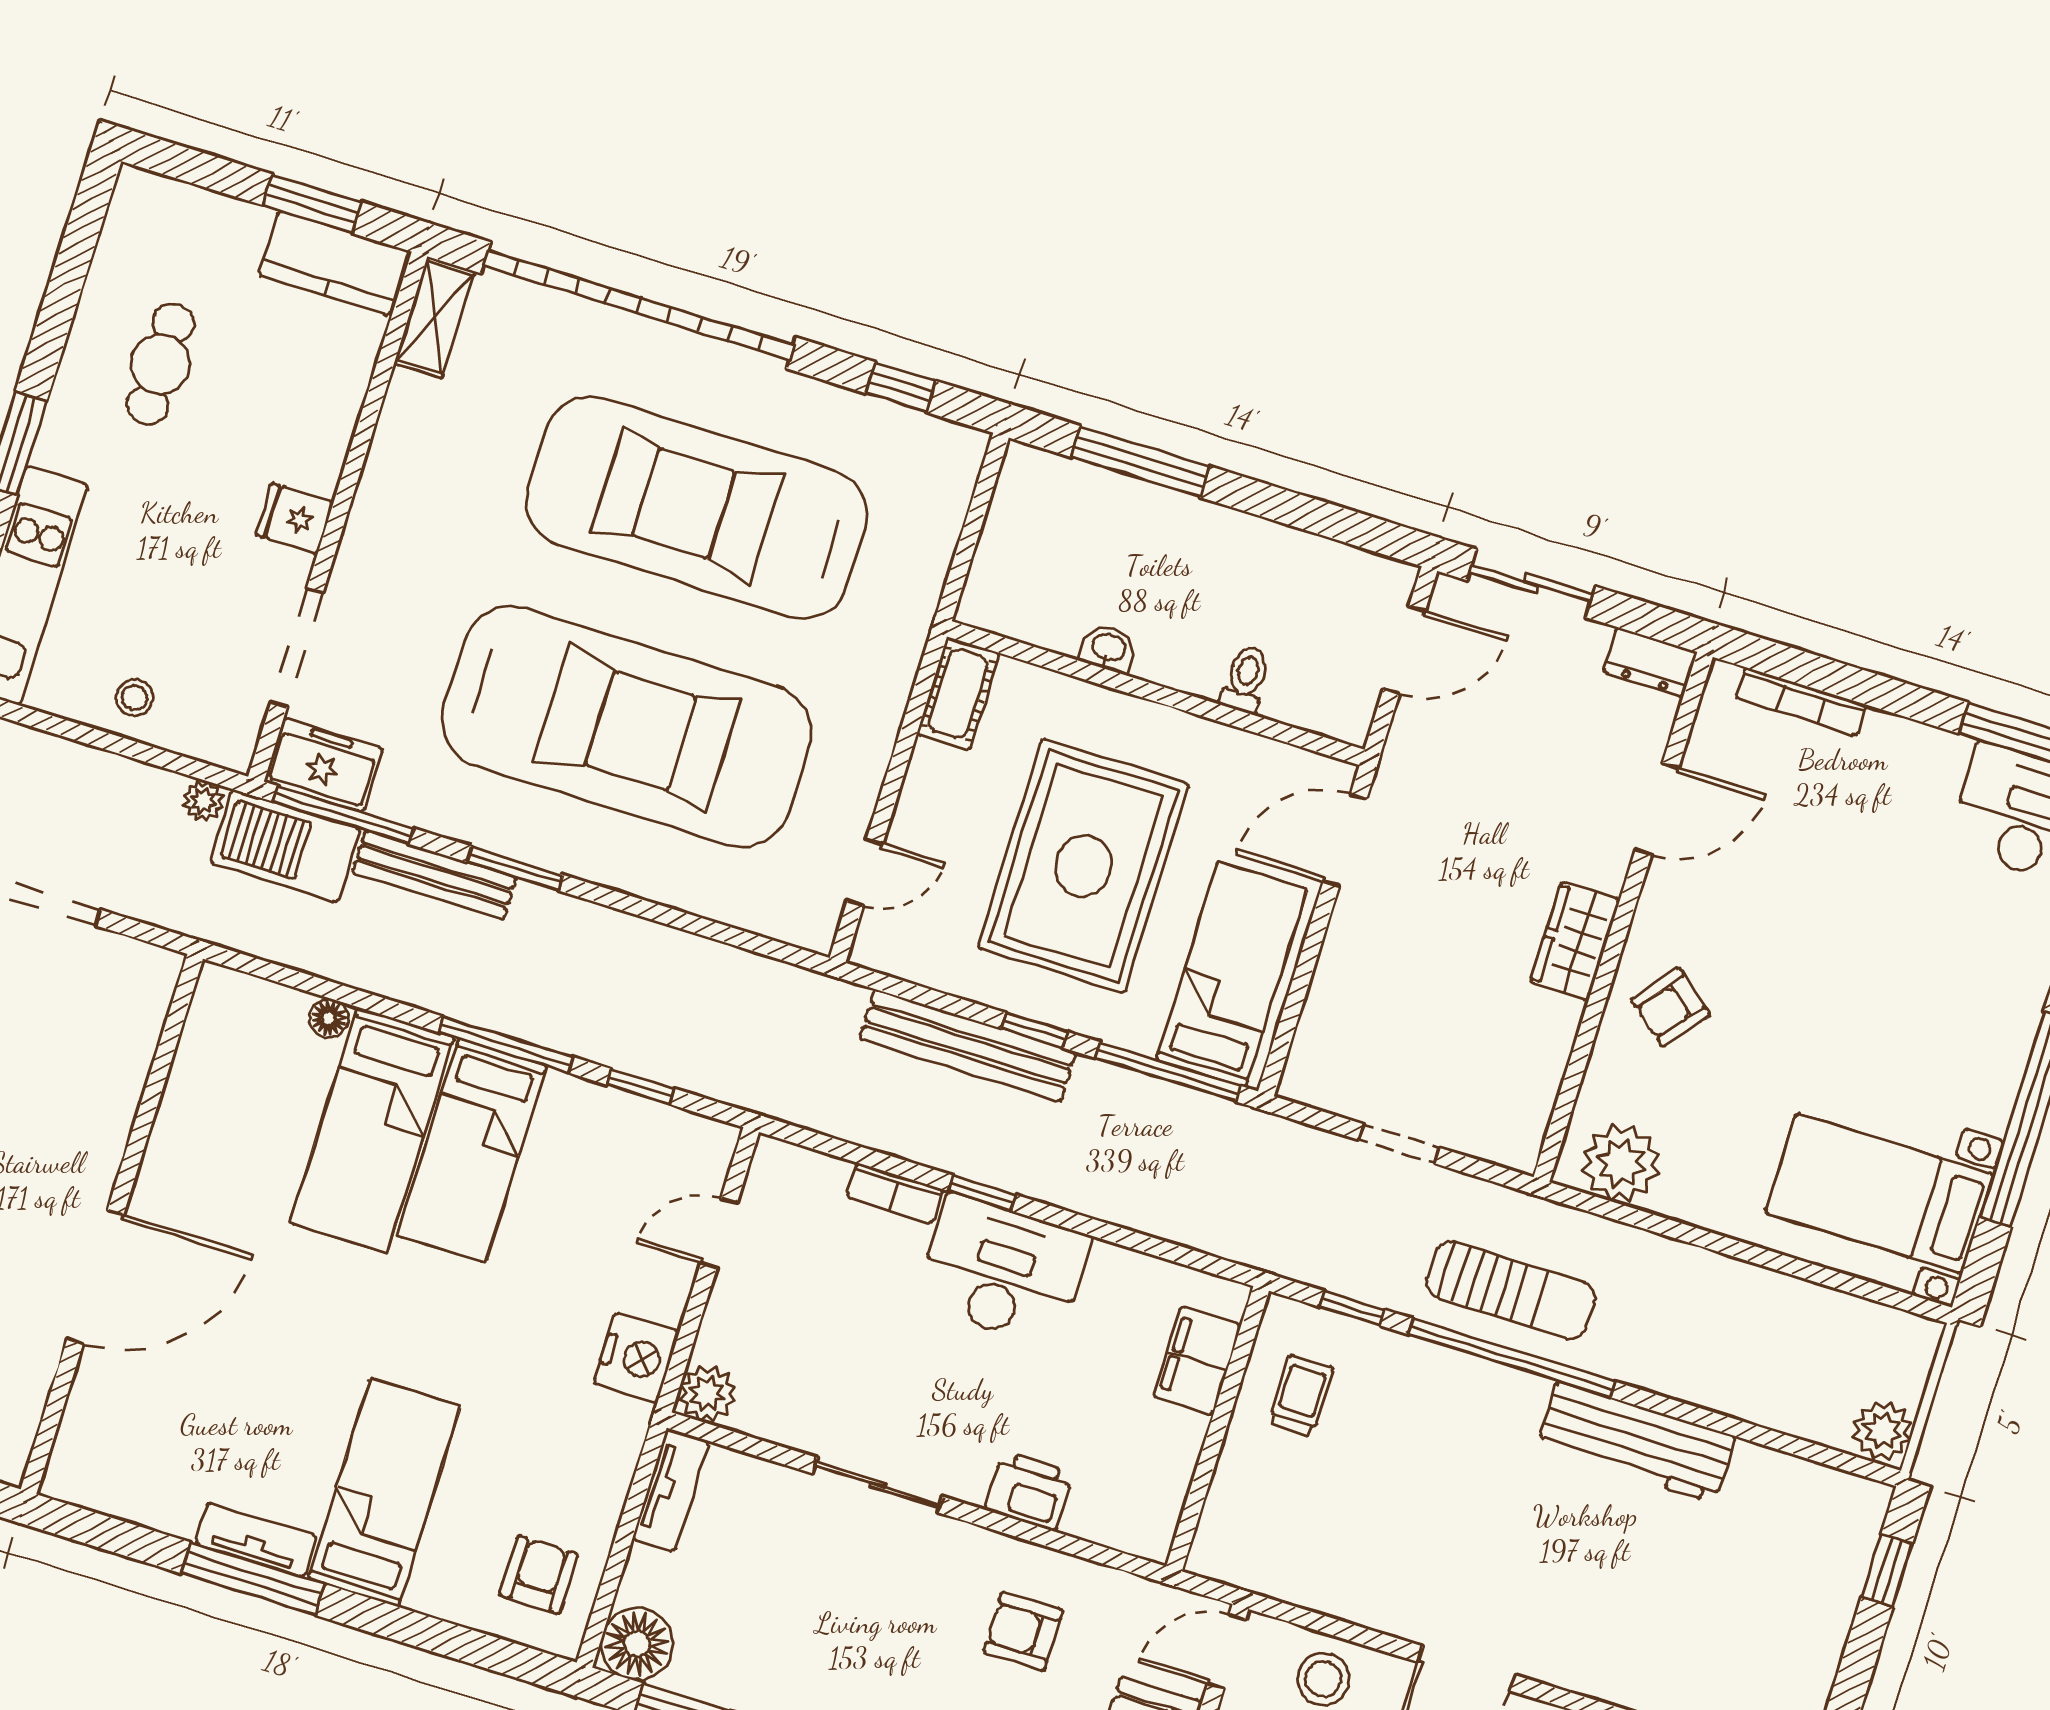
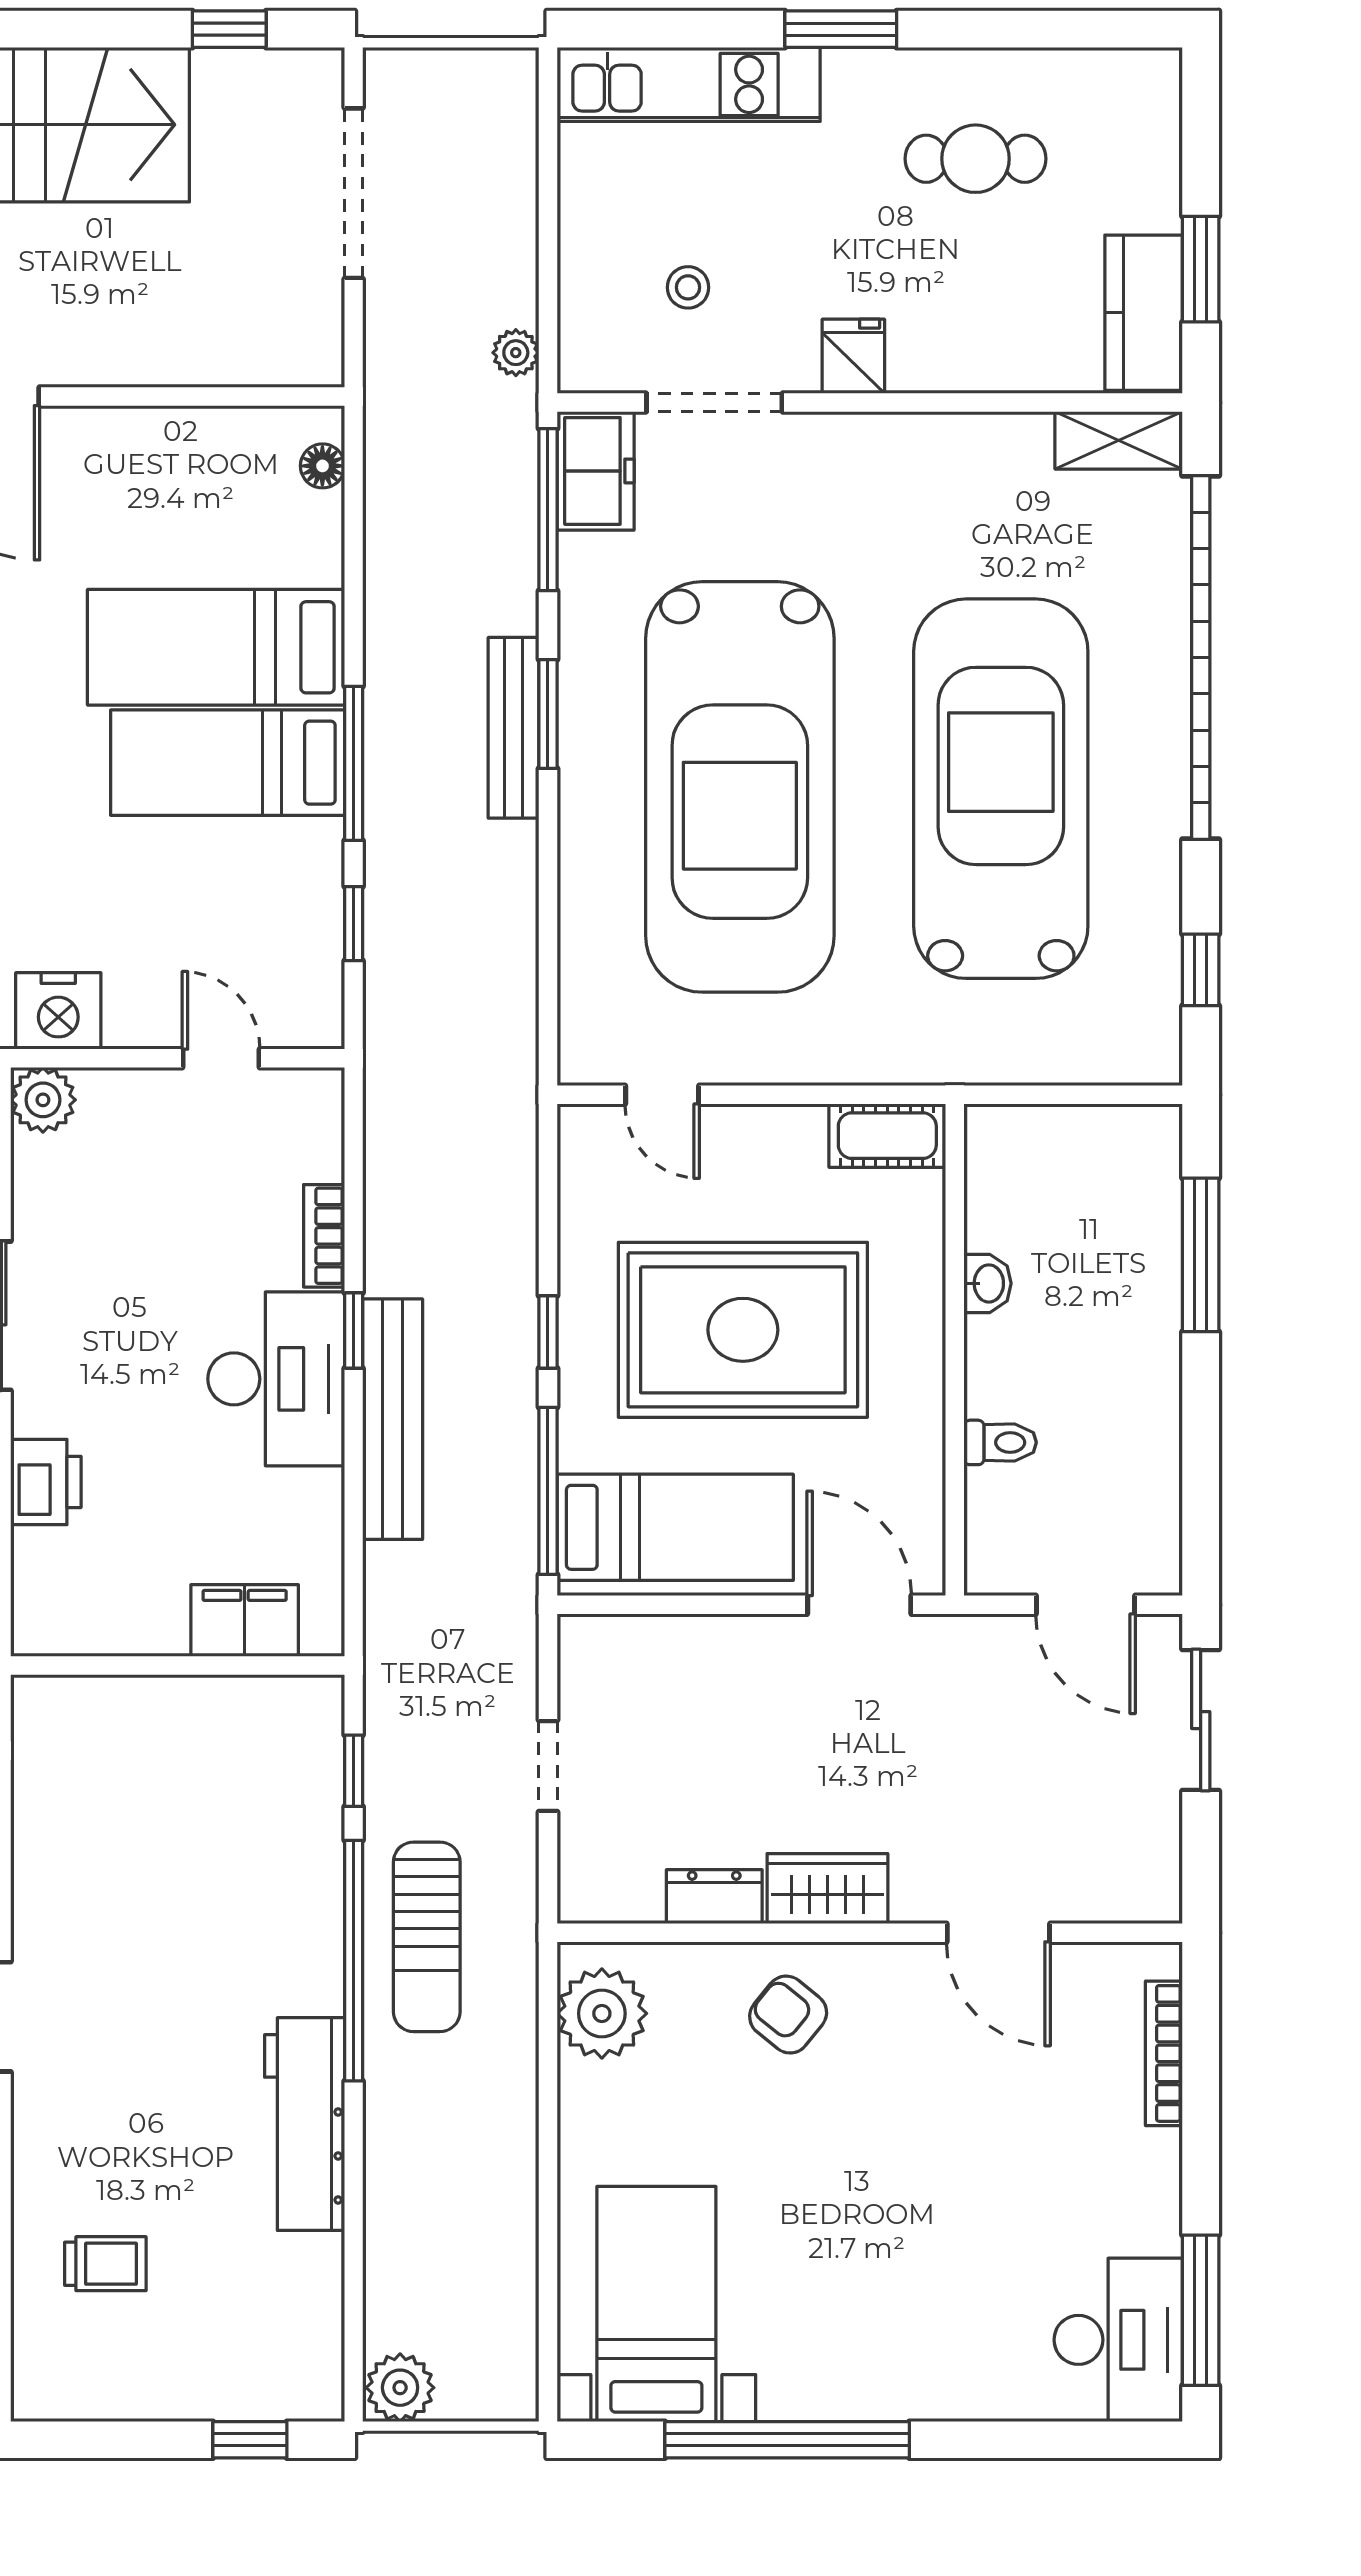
dresser: (1650, 662) -> (714, 1897), moved, turned 90
stool: (134, 698) -> (688, 287), moved
barbecue: (285, 846) -> (495, 457), removed
bench: (434, 875) -> (513, 728), moved
floor lamp: (329, 1018) -> (322, 466), moved
bench: (968, 1045) -> (393, 1419), moved
trolley: (1301, 1395) -> (105, 2264), moved

